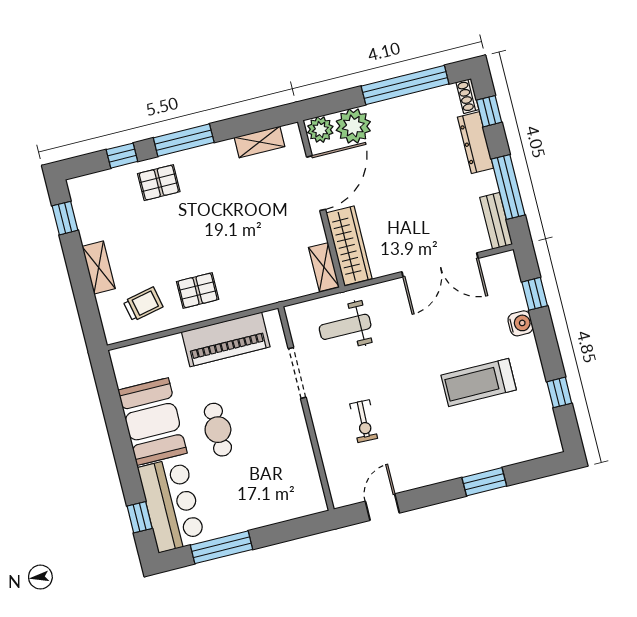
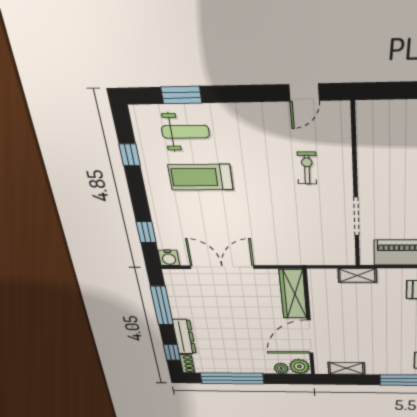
plant: (353, 126) -> (281, 368), width x0.53, depth x0.53
bench: (496, 221) -> (173, 287), removed
shelving: (324, 267) -> (357, 275), moved, turned 90
water cooler: (520, 323) -> (169, 258), moved, turned -90
weight bench: (345, 327) -> (185, 132), moved
treadmill: (479, 382) -> (200, 177), turned 180
window: (484, 482) -> (181, 95), moved

